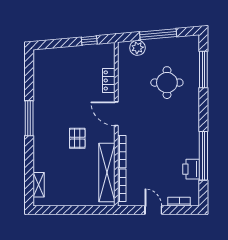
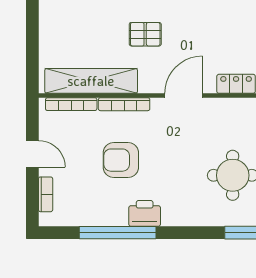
armchair: (157, 154) -> (121, 160), added
printer: (191, 169) -> (145, 213), moved
door: (153, 210) -> (32, 154), hinge flipped

